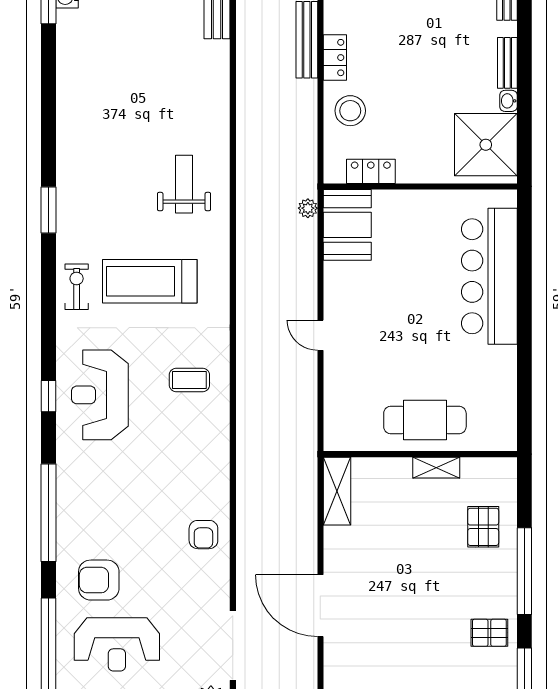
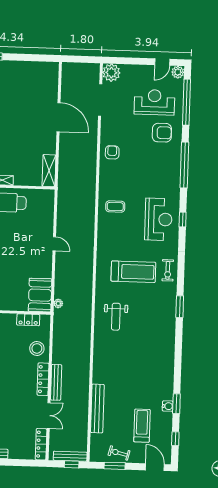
locker: (335, 58) -> (43, 379), width x1.53
coffee table: (189, 380) -> (115, 206), moved

